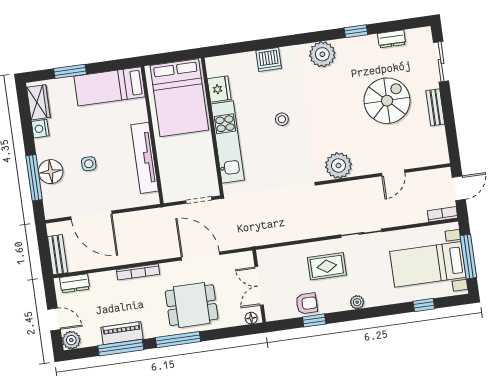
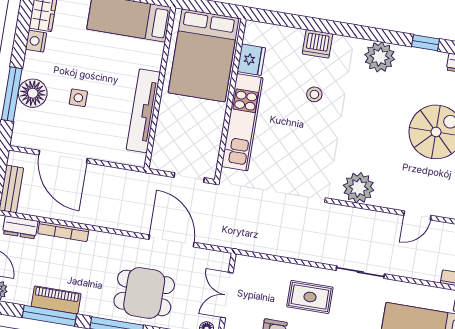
stool: (282, 119) -> (314, 94), moved
bookcase: (138, 272) -> (63, 231), moved

